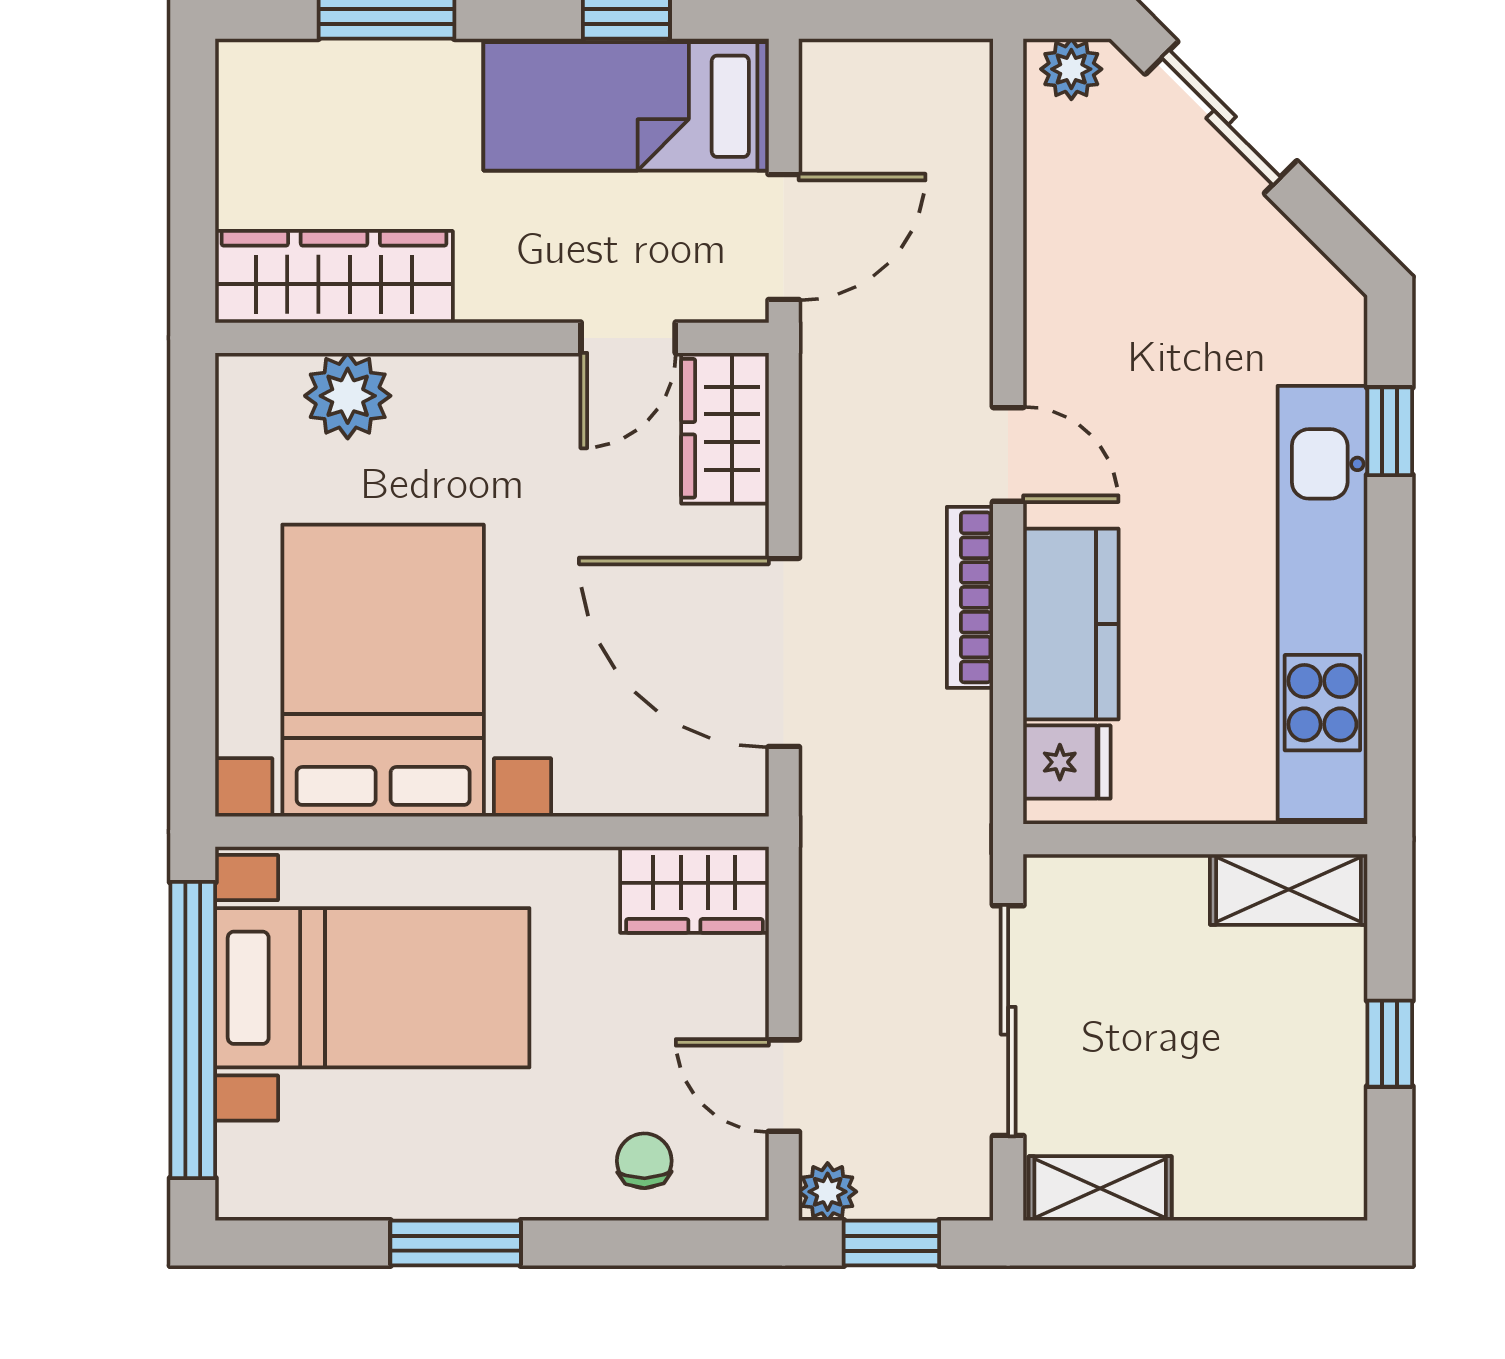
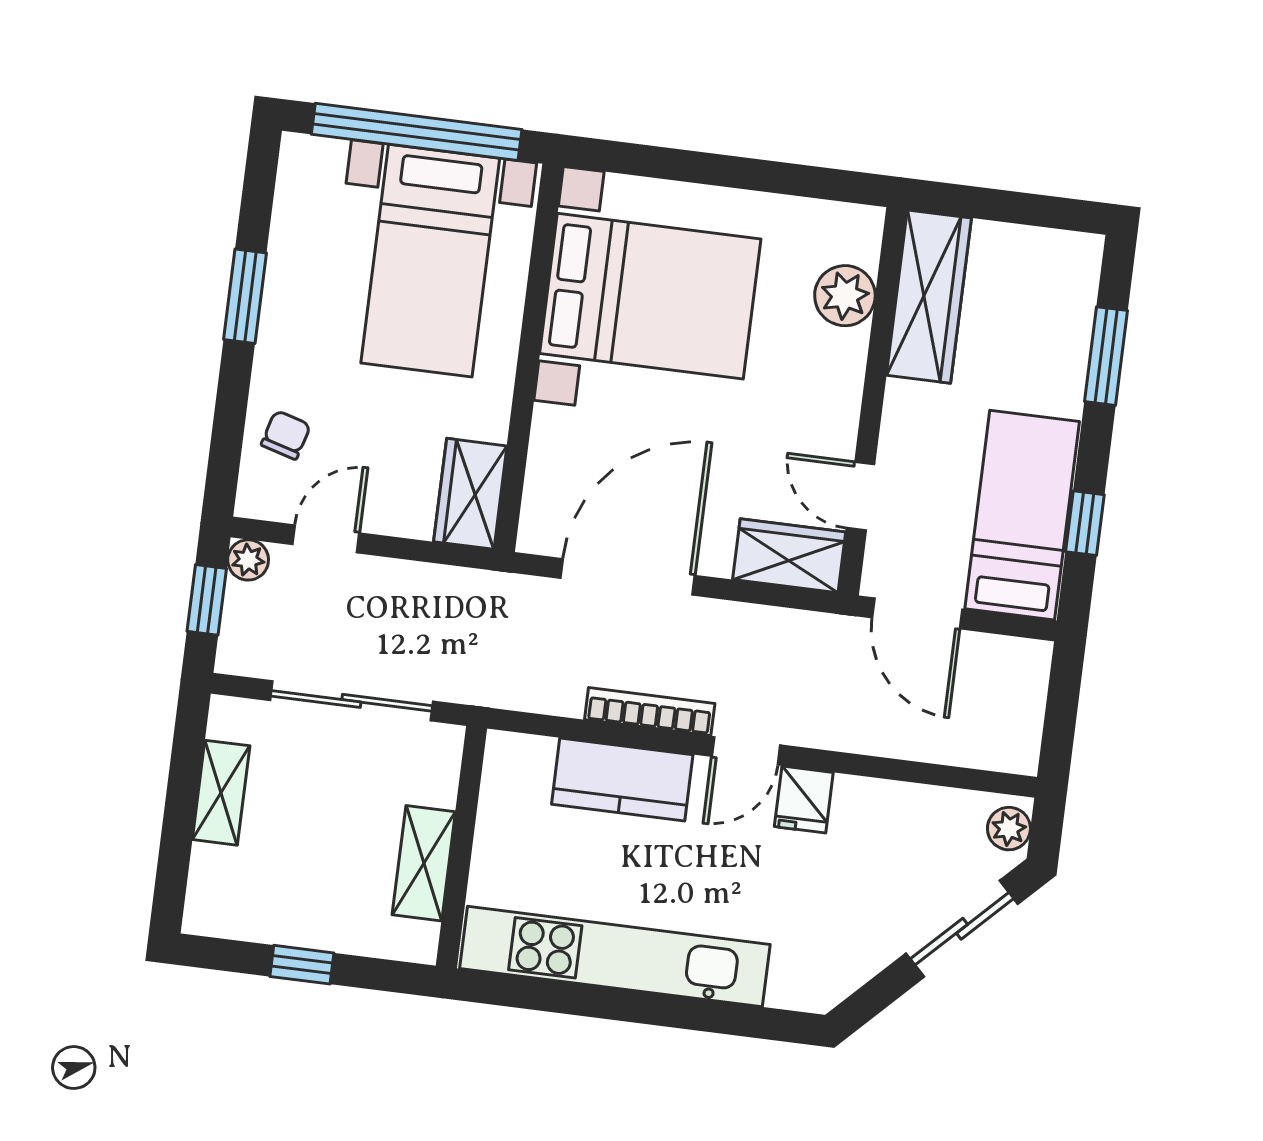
window: (1390, 431) -> (729, 1019), removed
fridge: (1067, 762) -> (804, 800), moved
shelving: (1289, 889) -> (424, 863), moved
chair: (644, 1161) -> (286, 435), turned -73
shelving: (1100, 1188) -> (221, 793), moved

